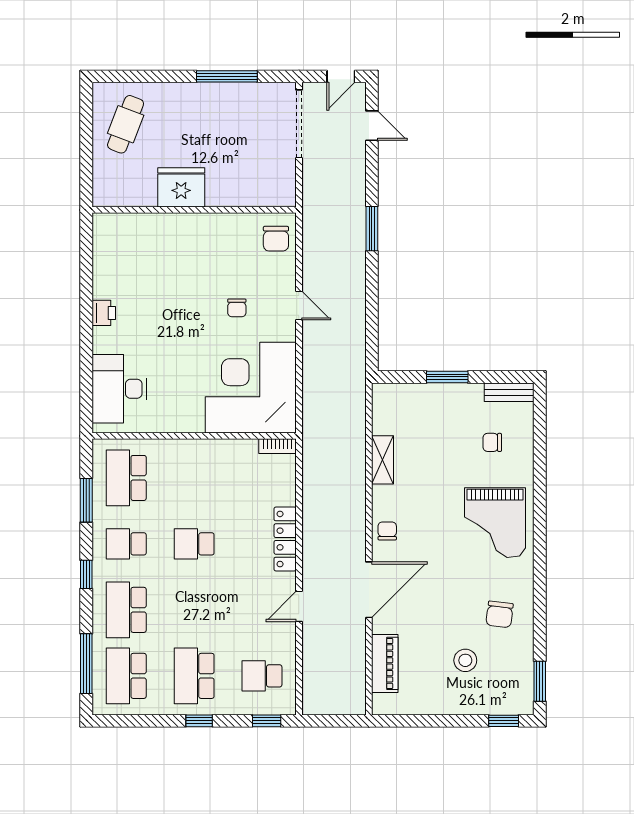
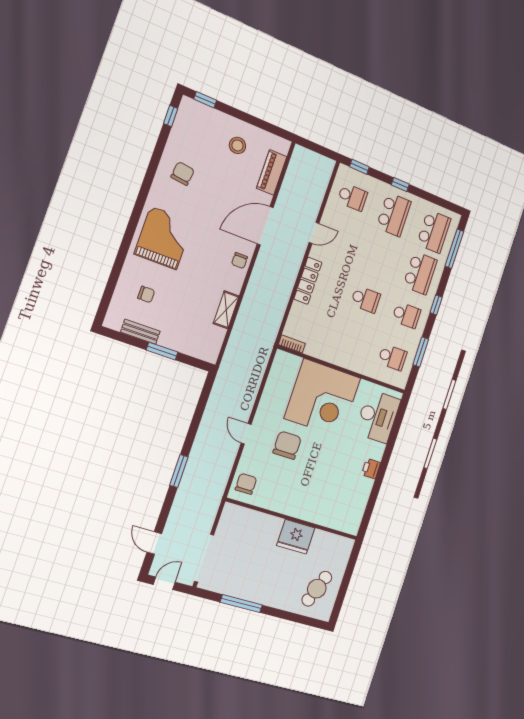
chair: (237, 308) -> (287, 445), width x1.87, depth x1.87
corner desk: (251, 388) -> (323, 398), moved
bench: (509, 392) -> (140, 332), moved
school desk: (126, 478) -> (392, 357), width x0.54
stool: (465, 660) -> (237, 145), moved
window: (540, 681) -> (171, 116), width x0.67

